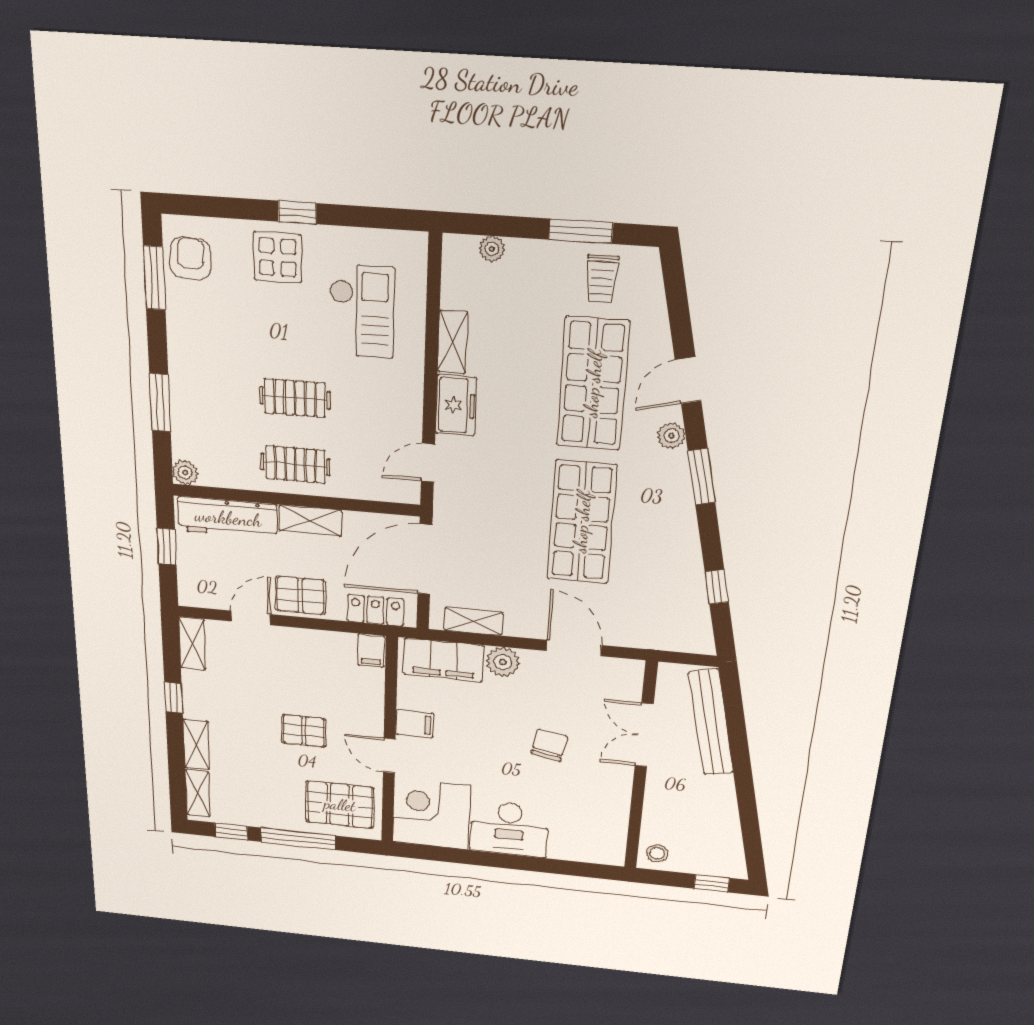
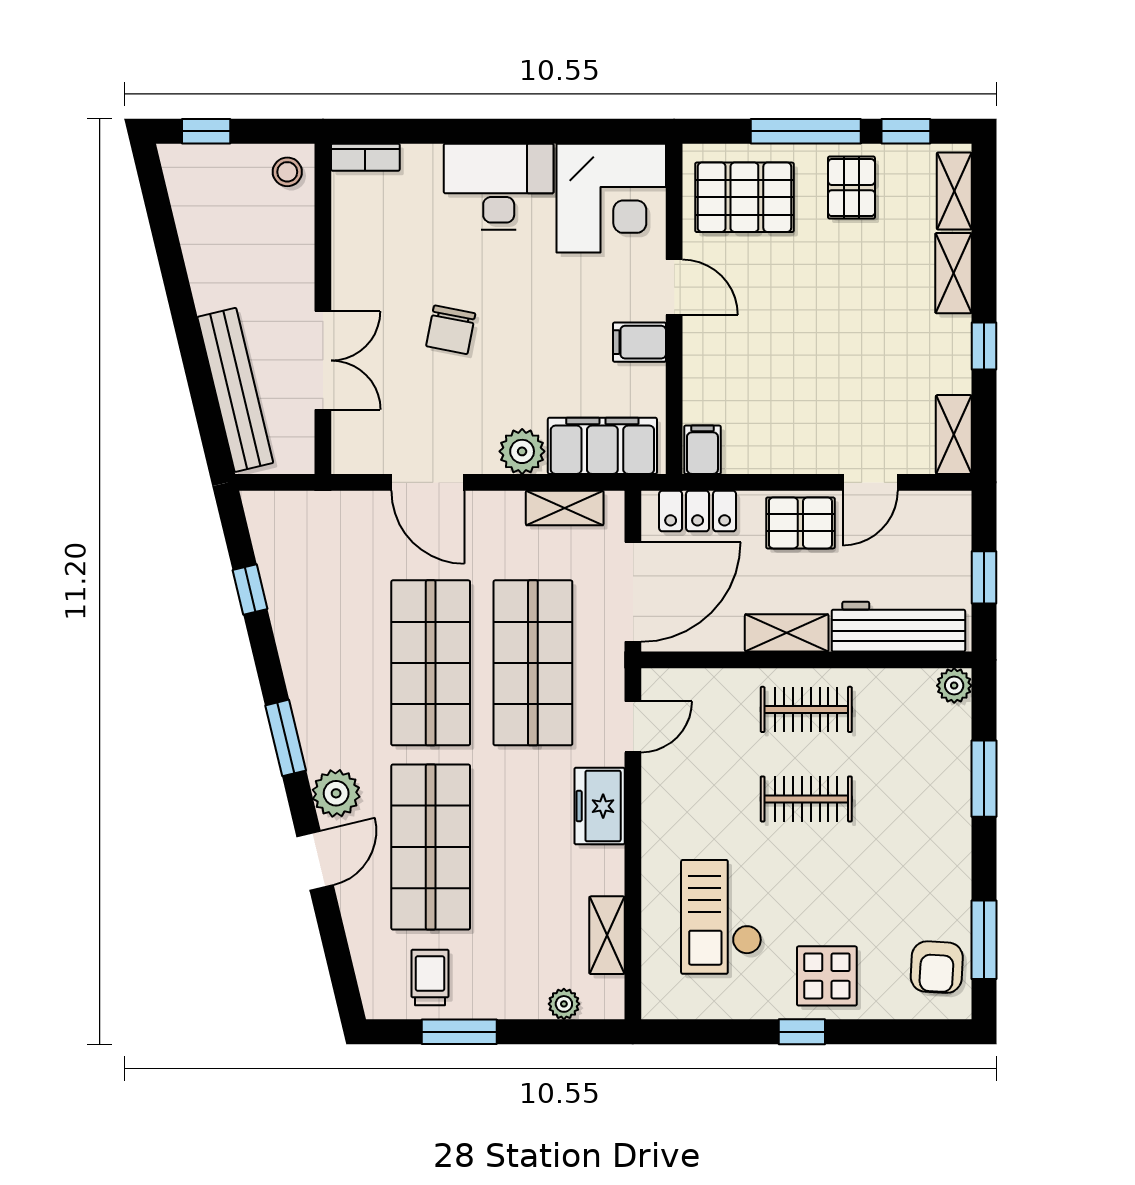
shelving: (453, 342) -> (607, 935), moved
plant: (671, 436) -> (336, 793), width x1.38, depth x1.38
shop shelf: (503, 516) -> (533, 663), added
pallet: (304, 731) -> (851, 188), moved, turned 90
bookcase: (601, 856) -> (365, 157), added

